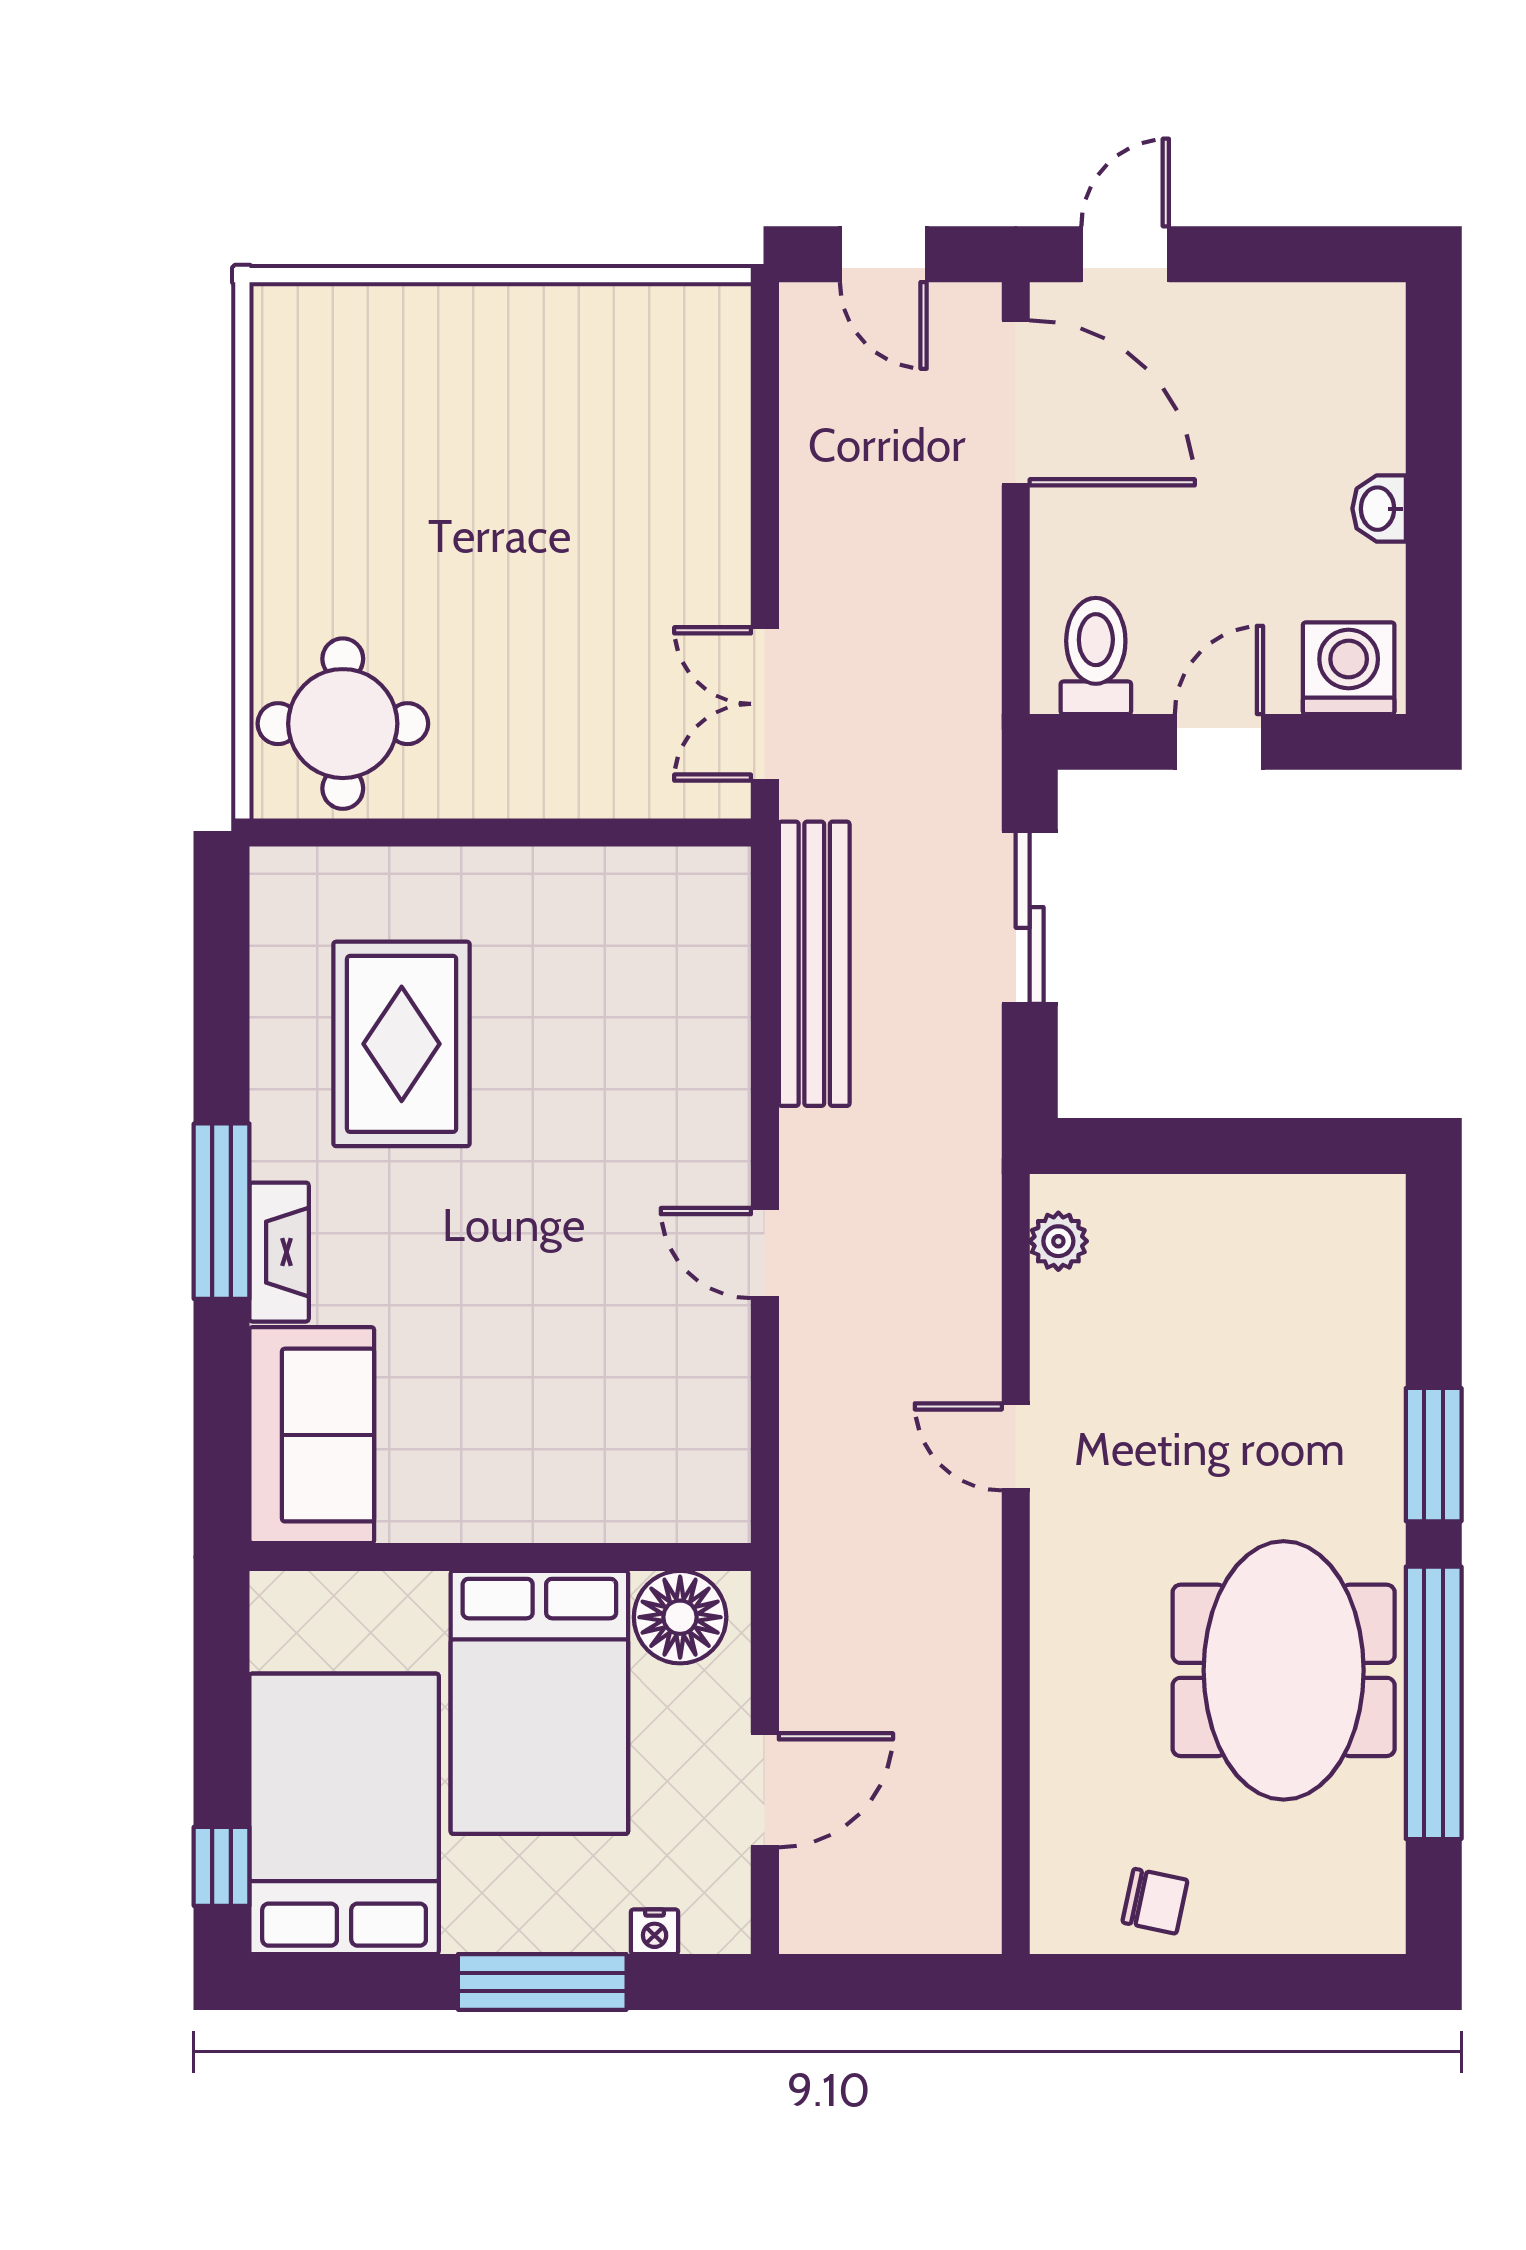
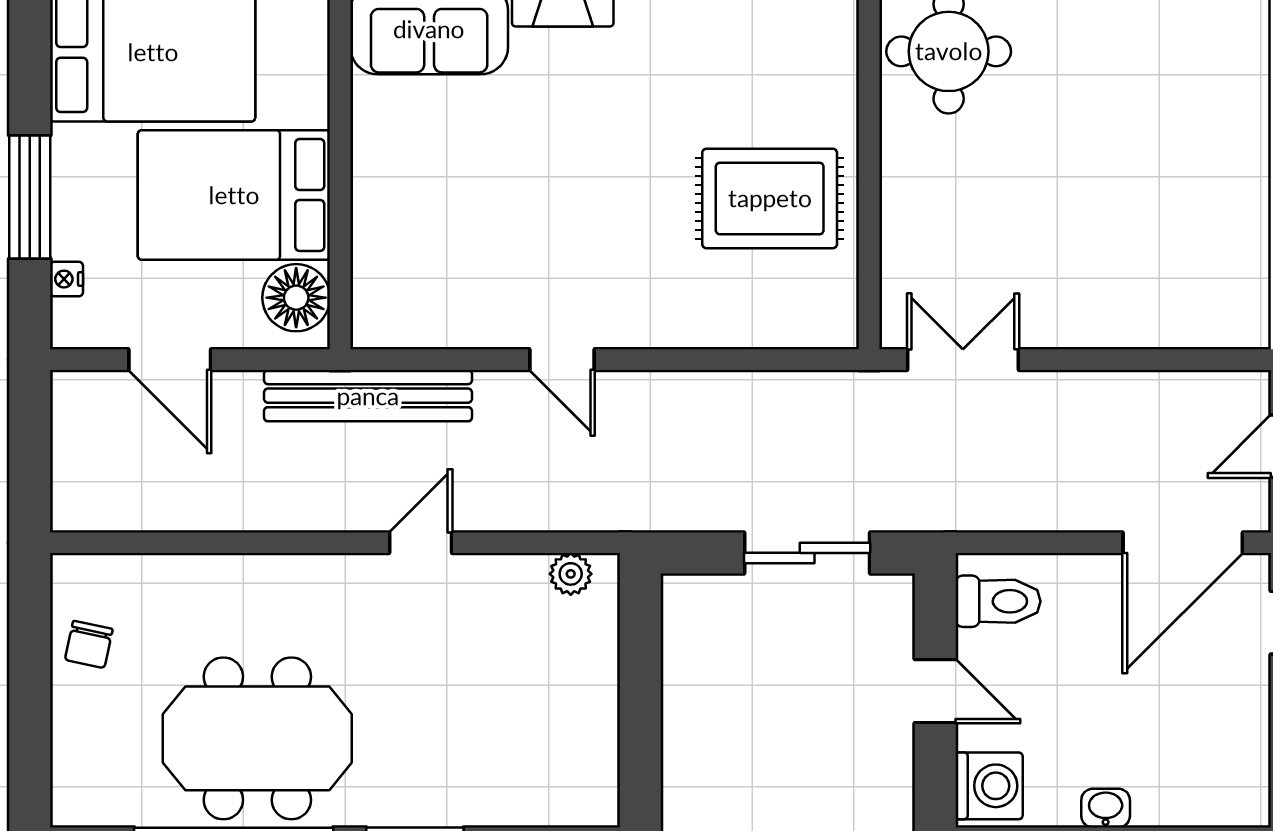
bench: (814, 964) -> (368, 396), moved
rug: (402, 1044) -> (770, 198), moved
door: (765, 1253) -> (562, 360), swing flipped

